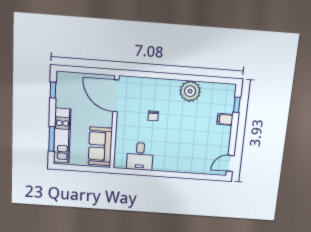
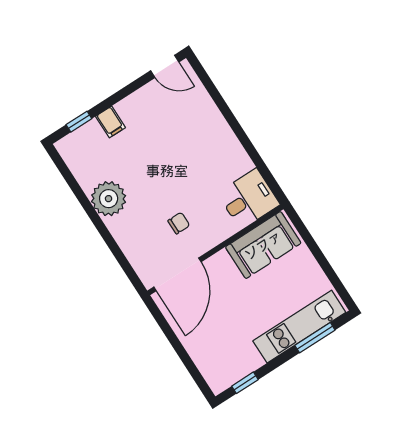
door: (116, 96) -> (177, 274), moved
wall: (114, 123) -> (215, 250), moved
sofa: (100, 146) -> (263, 245), moved

